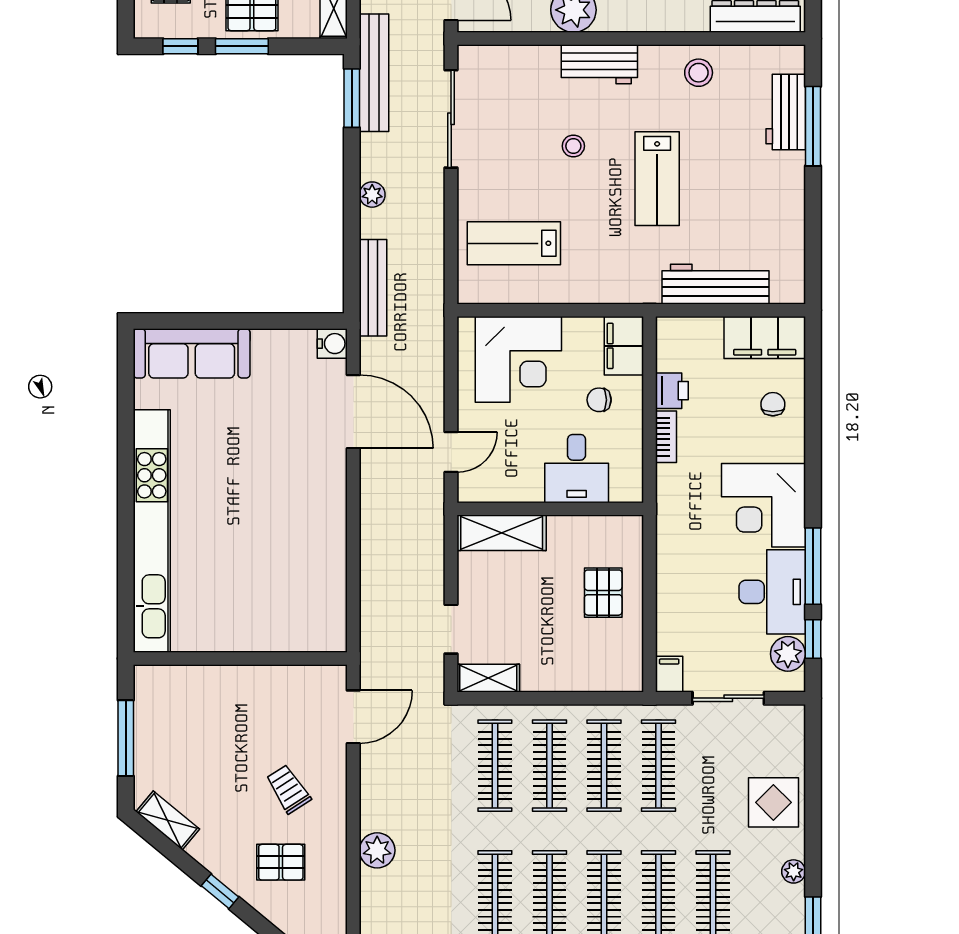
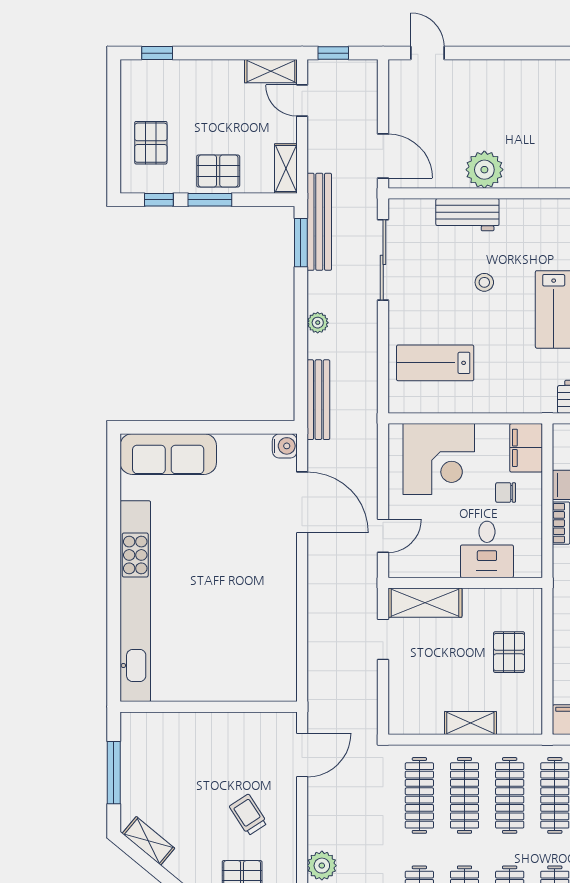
workbench: (599, 64) -> (467, 215), moved
doorway: (451, 629) -> (383, 639), moved
shelving: (488, 678) -> (470, 723), moved

